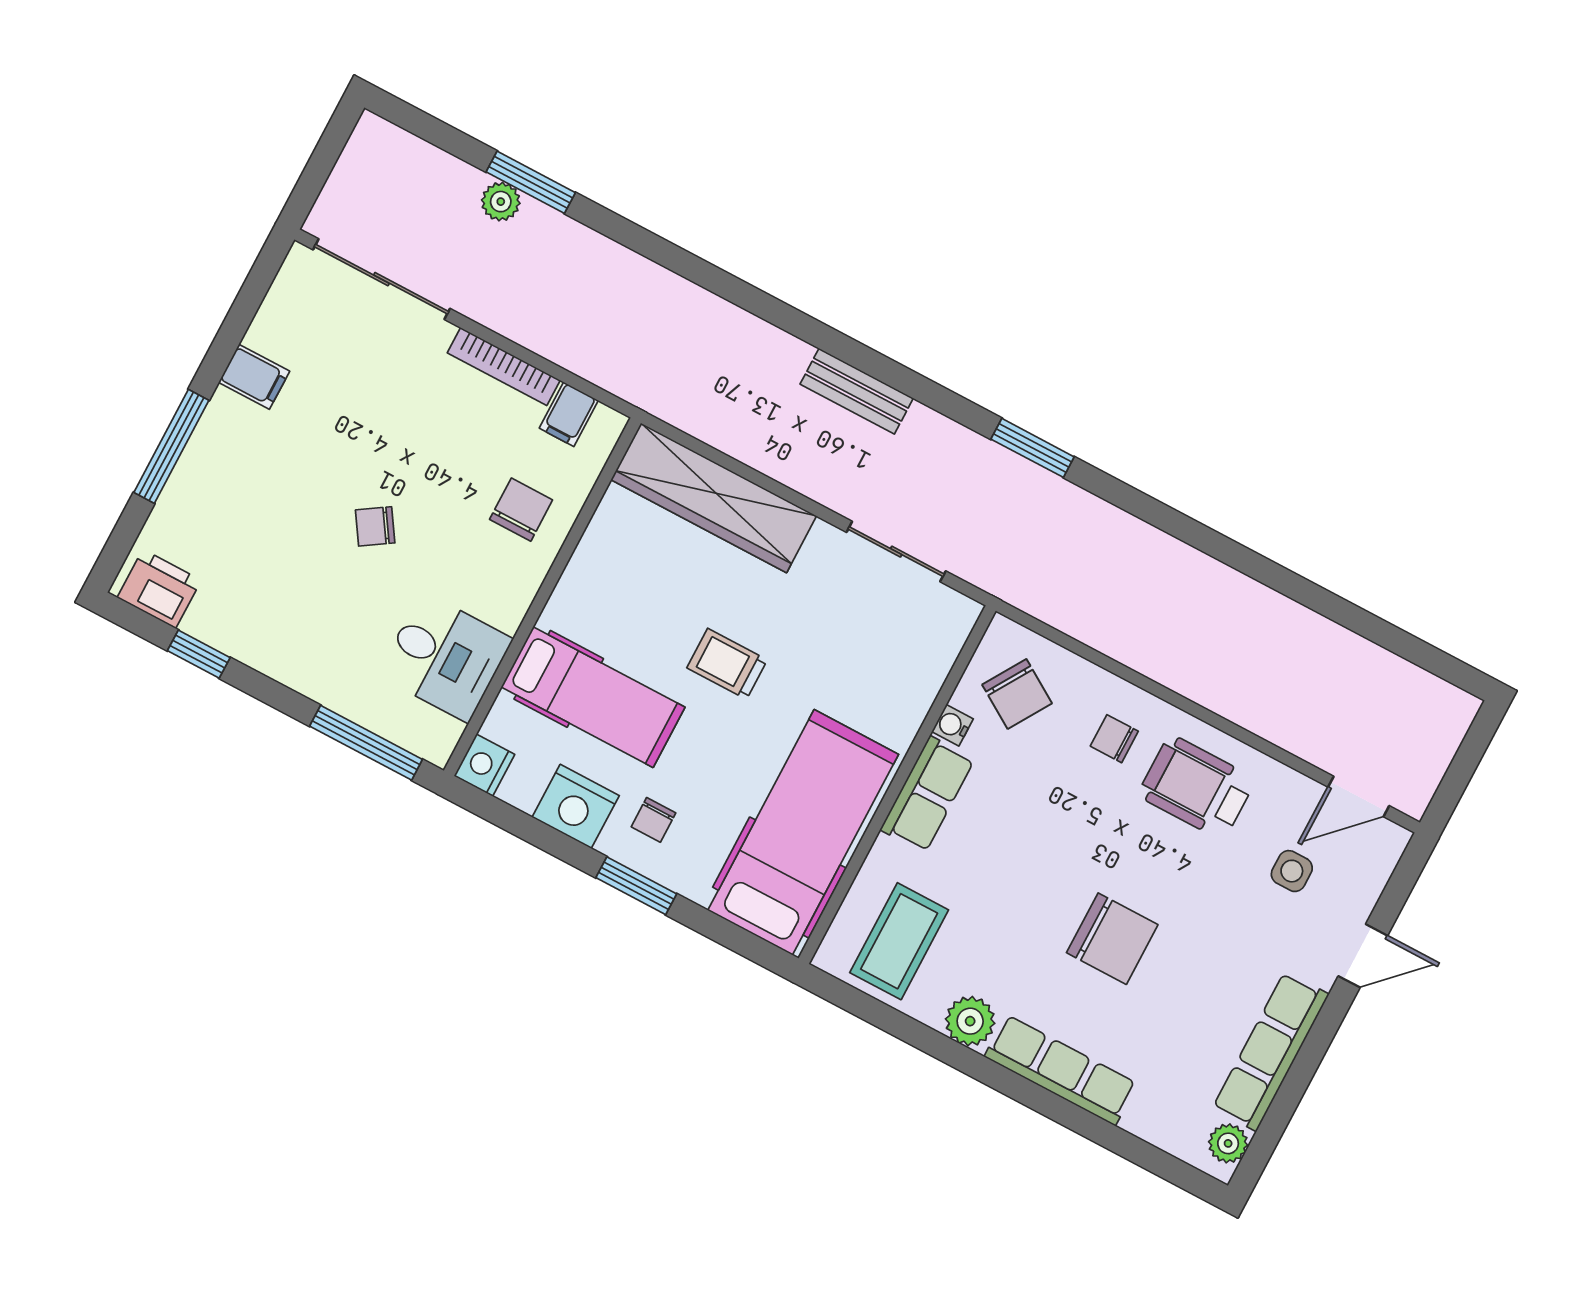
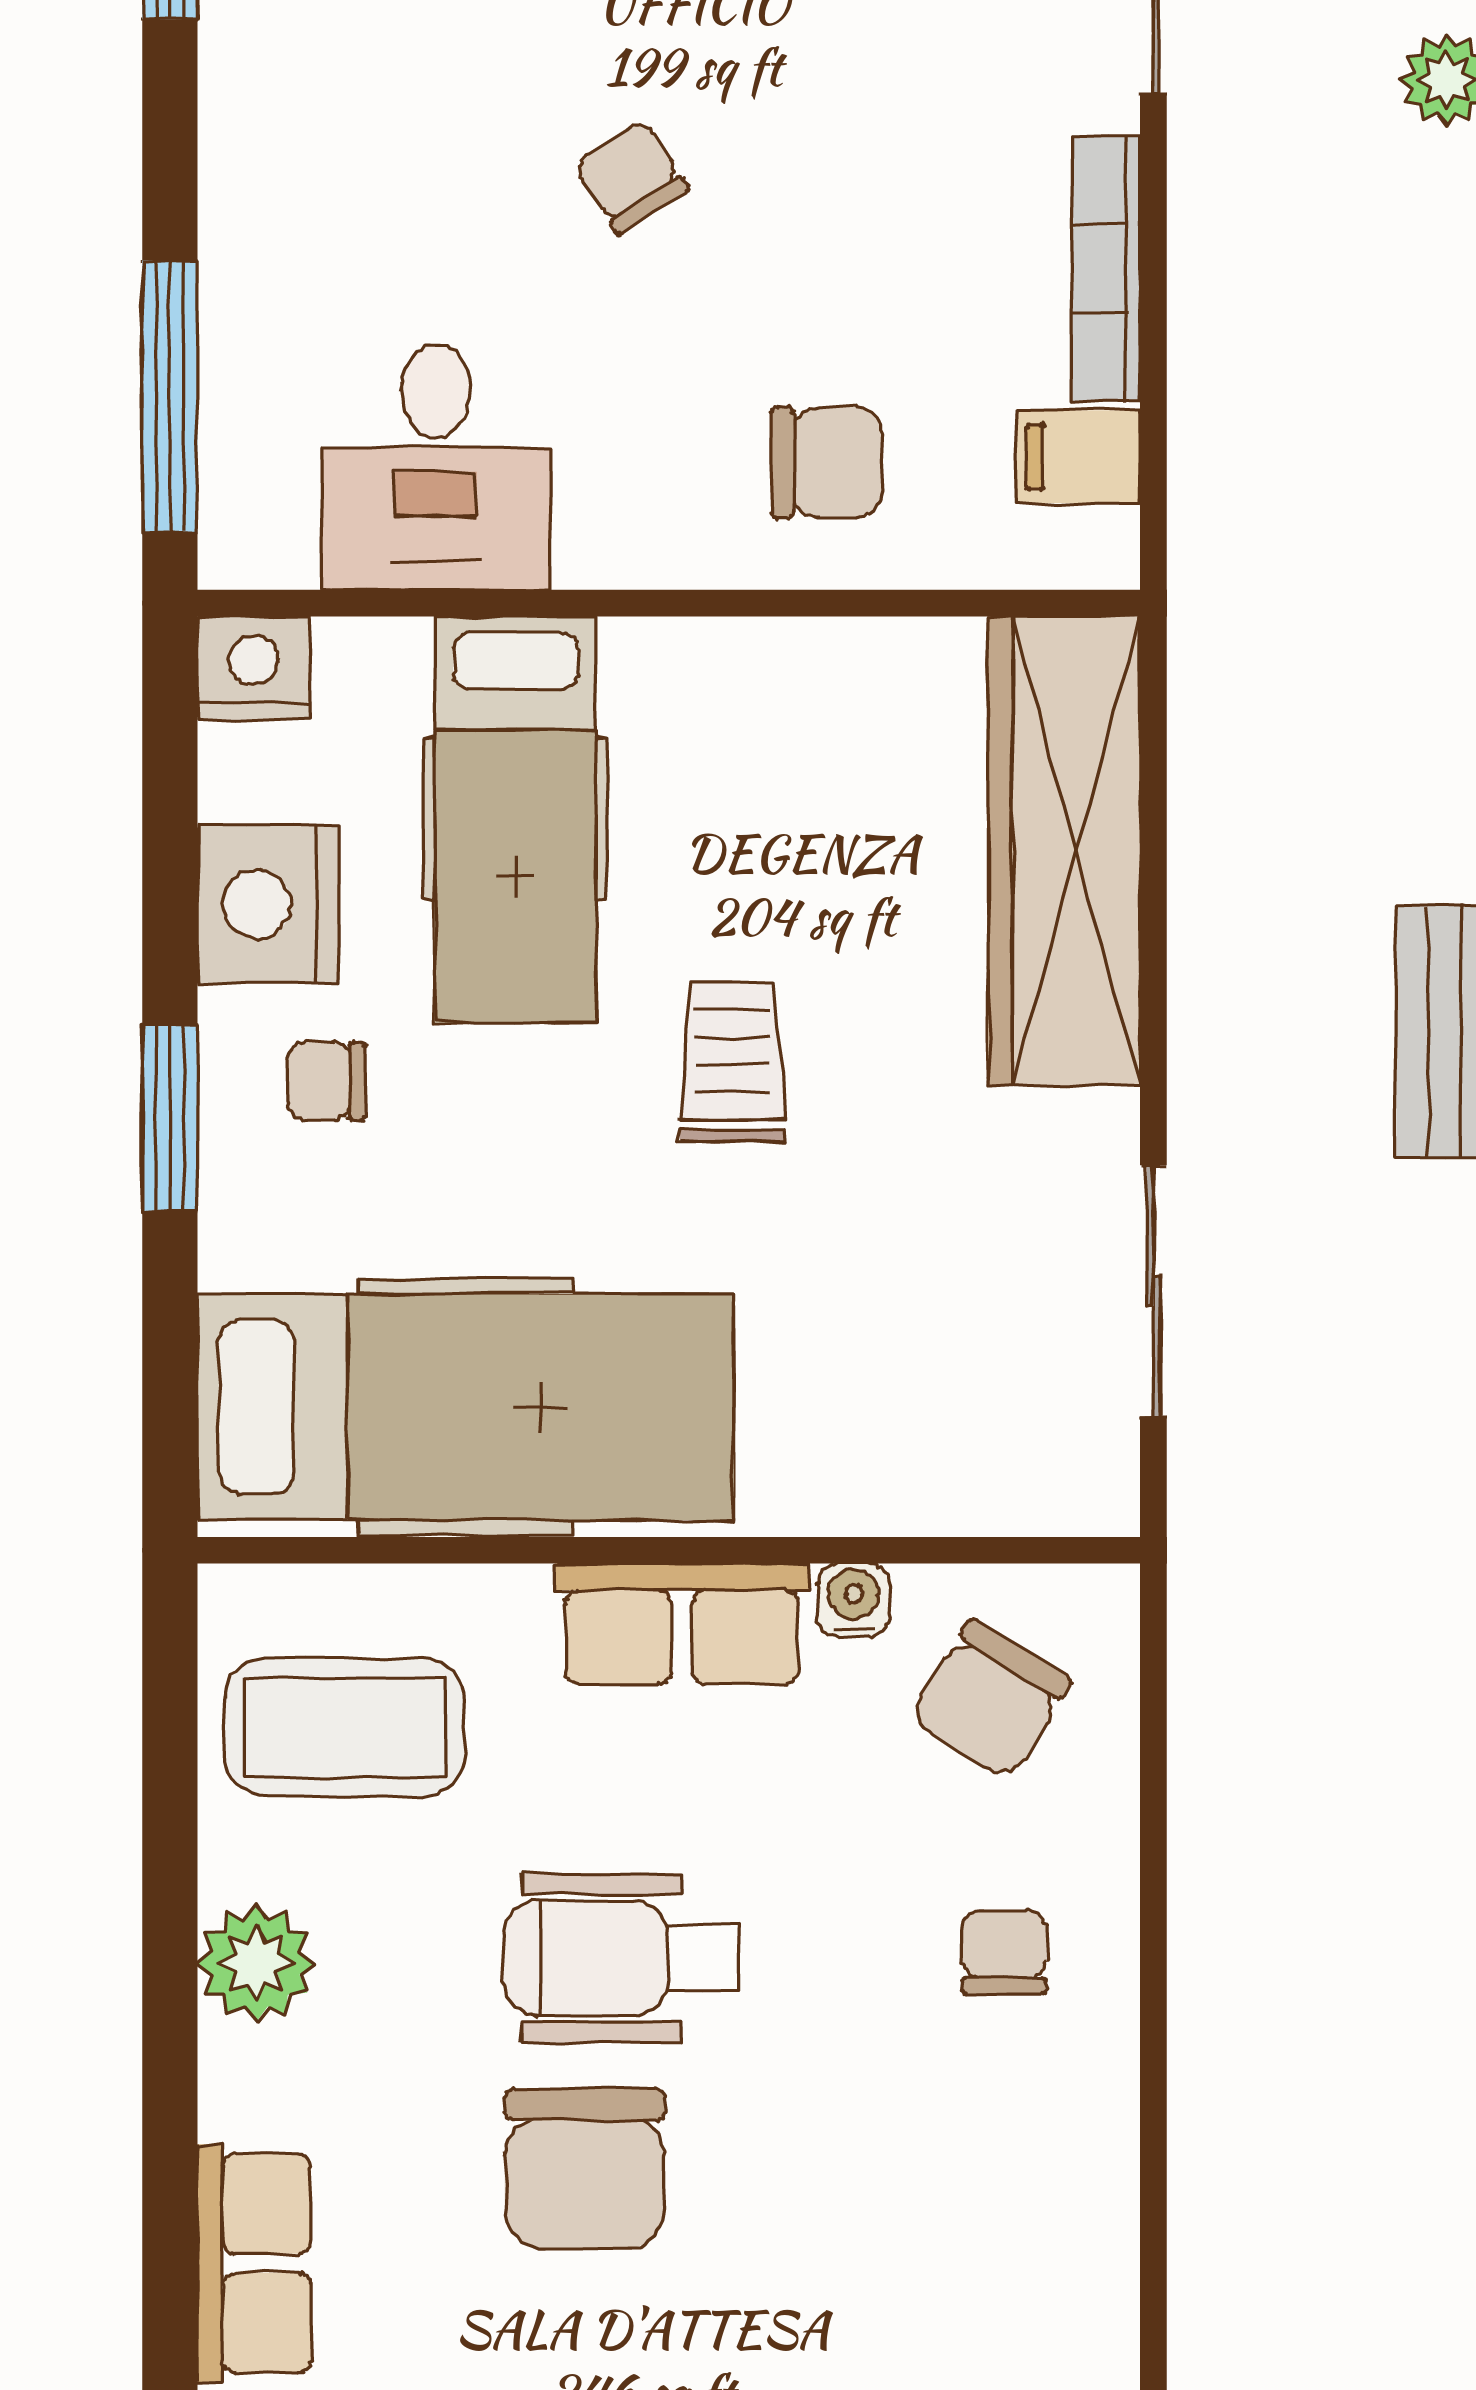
wheelchair: (1197, 787) -> (621, 1958), moved, turned -90
row of seats: (1061, 1070) -> (254, 2263), width x0.68

